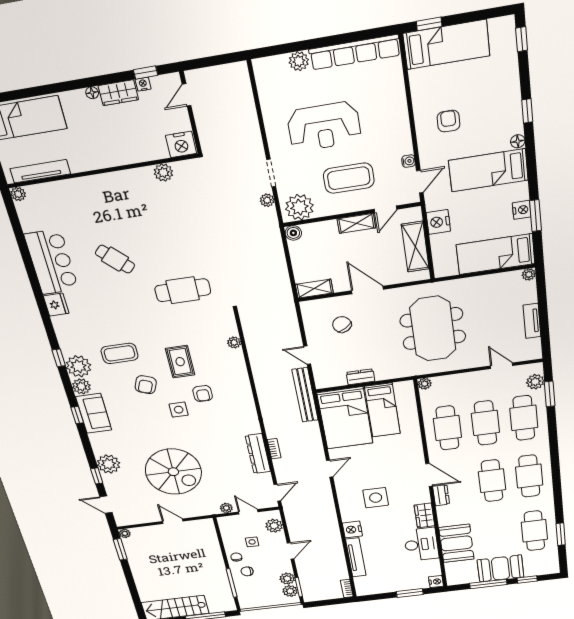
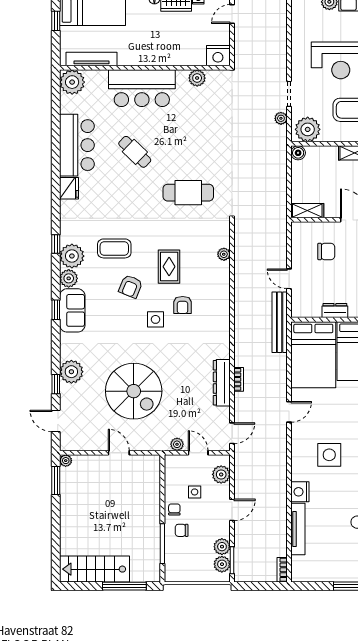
bar counter: (105, 193) -> (142, 88), added
plant: (18, 194) -> (72, 82), width x1.88, depth x1.88
chair: (342, 324) -> (326, 252), turned 123

